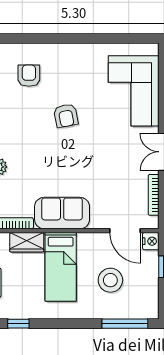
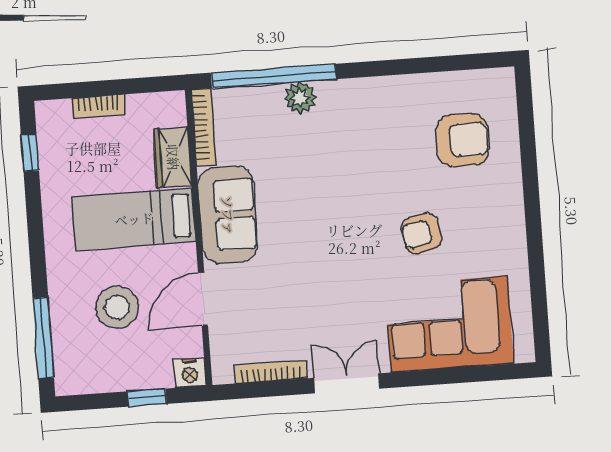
armchair: (29, 76) -> (462, 140), width x1.38, depth x1.38
armchair: (66, 116) -> (421, 233), moved
door: (125, 231) -> (203, 299), moved

